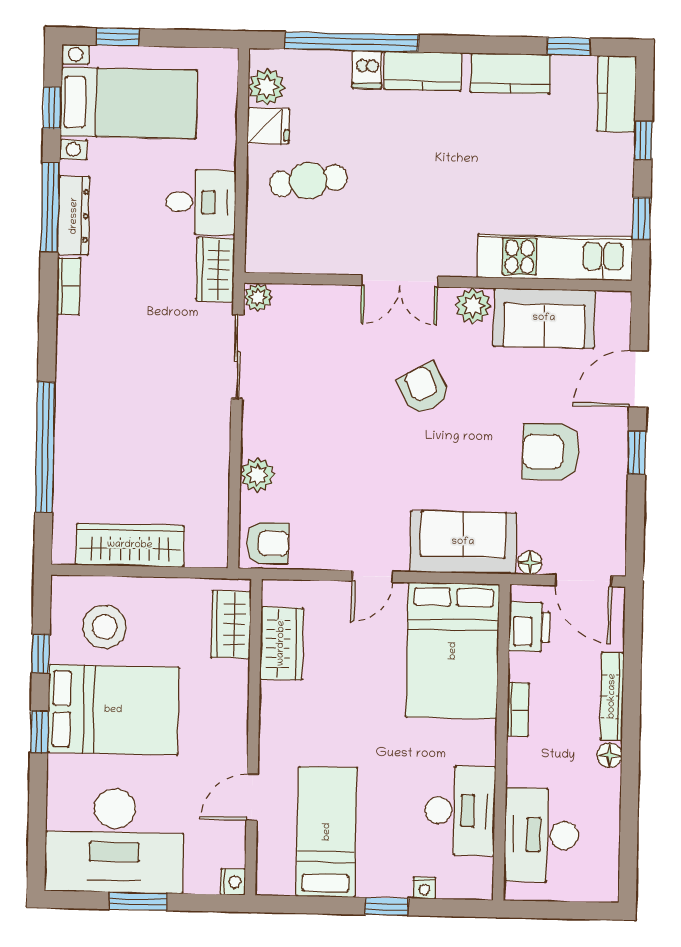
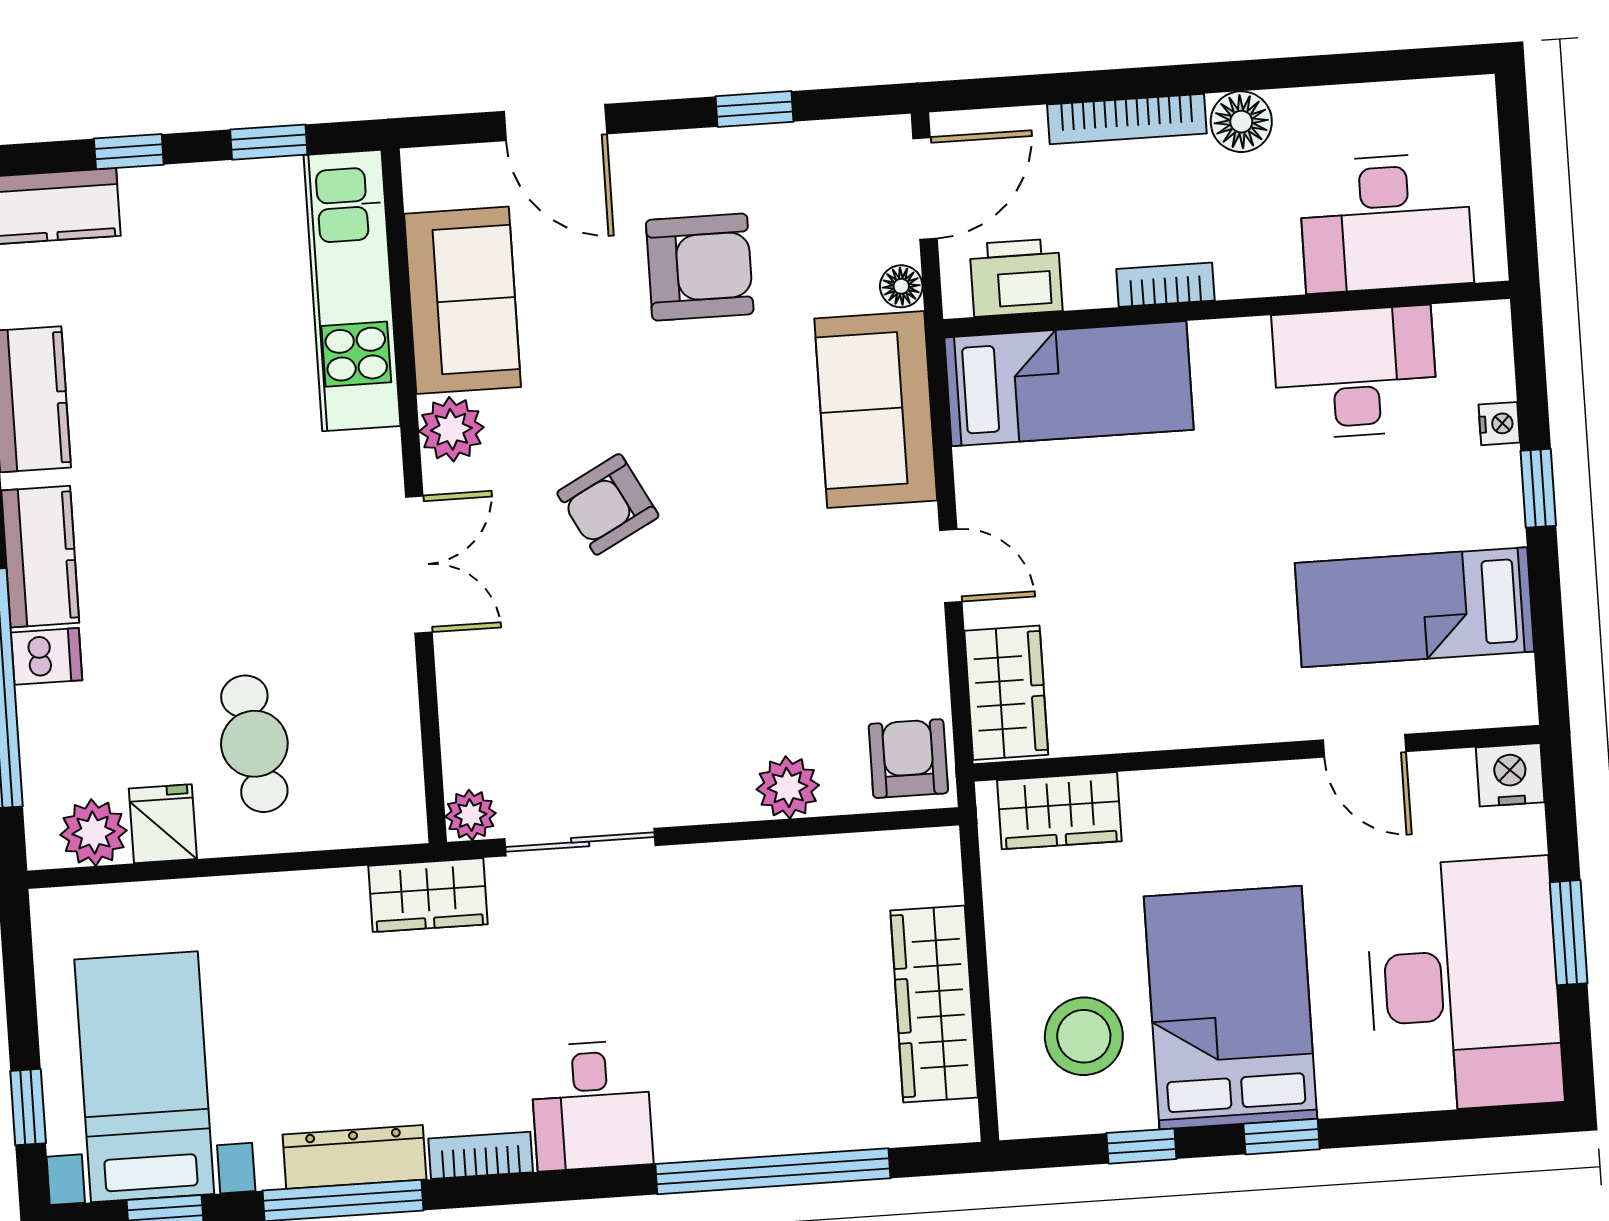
desk: (201, 202) -> (592, 1106), moved, turned 180
armchair: (551, 452) -> (700, 267), turned -90
window: (637, 453) -> (755, 109), moved
wardrobe: (281, 643) -> (1006, 693), moved, turned 90
bed: (453, 651) -> (1069, 384), width x0.67
floor lamp: (610, 755) -> (1241, 122), width x1.37, depth x1.37
nightstand: (233, 882) -> (1510, 775), width x1.39, depth x1.35

